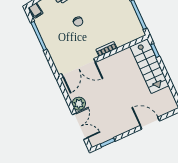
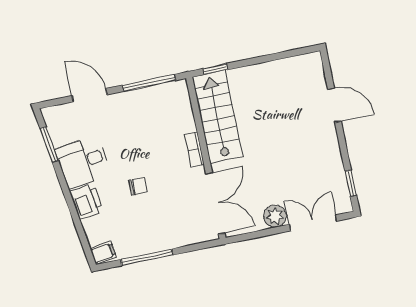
stairs: (149, 66) -> (218, 117), moved, turned -90
door: (150, 123) -> (335, 105), swing flipped

